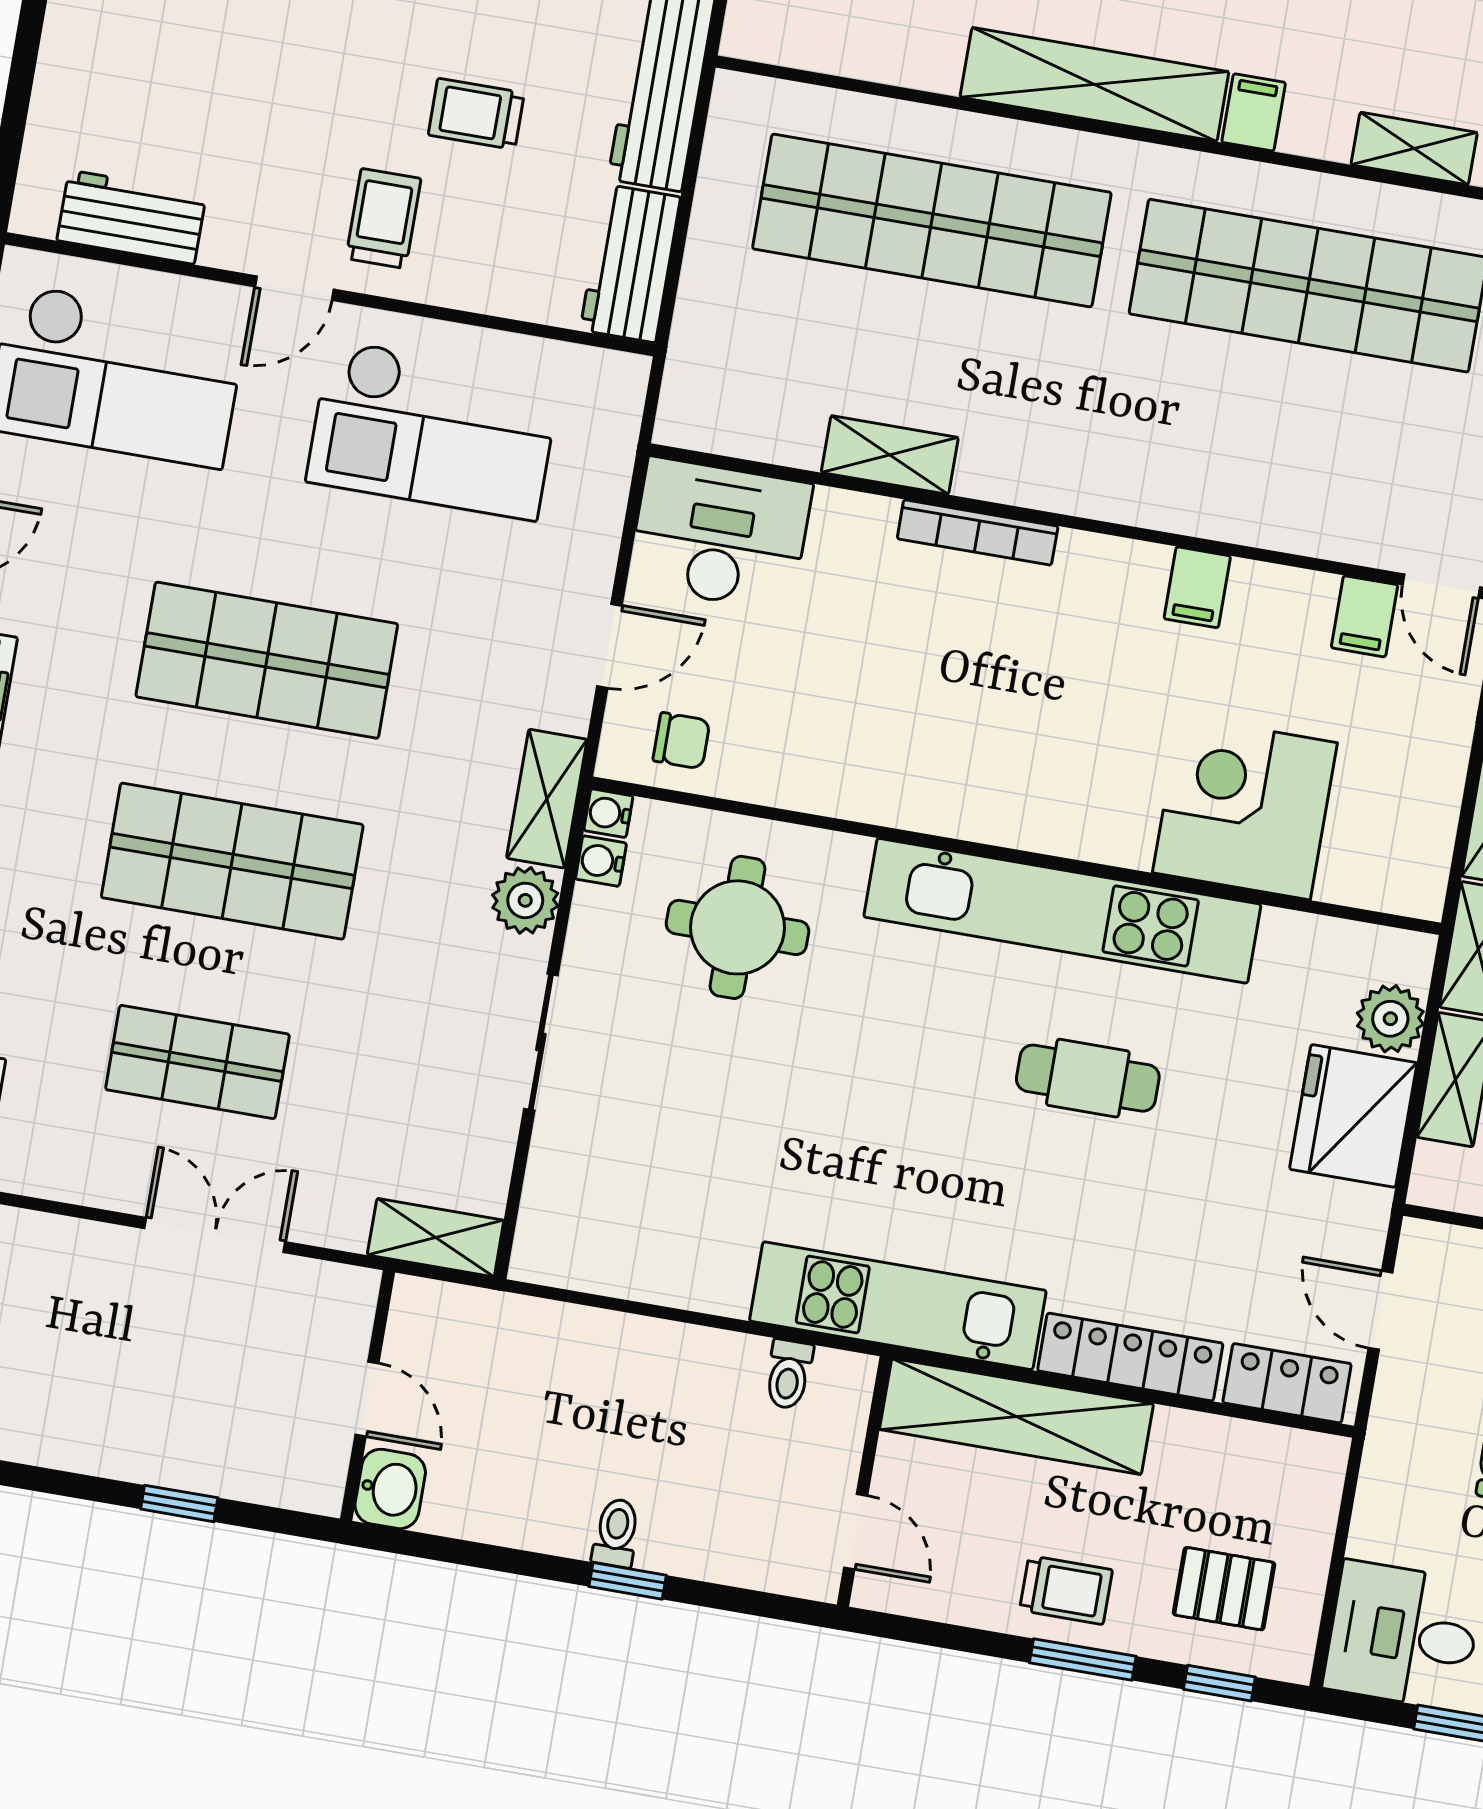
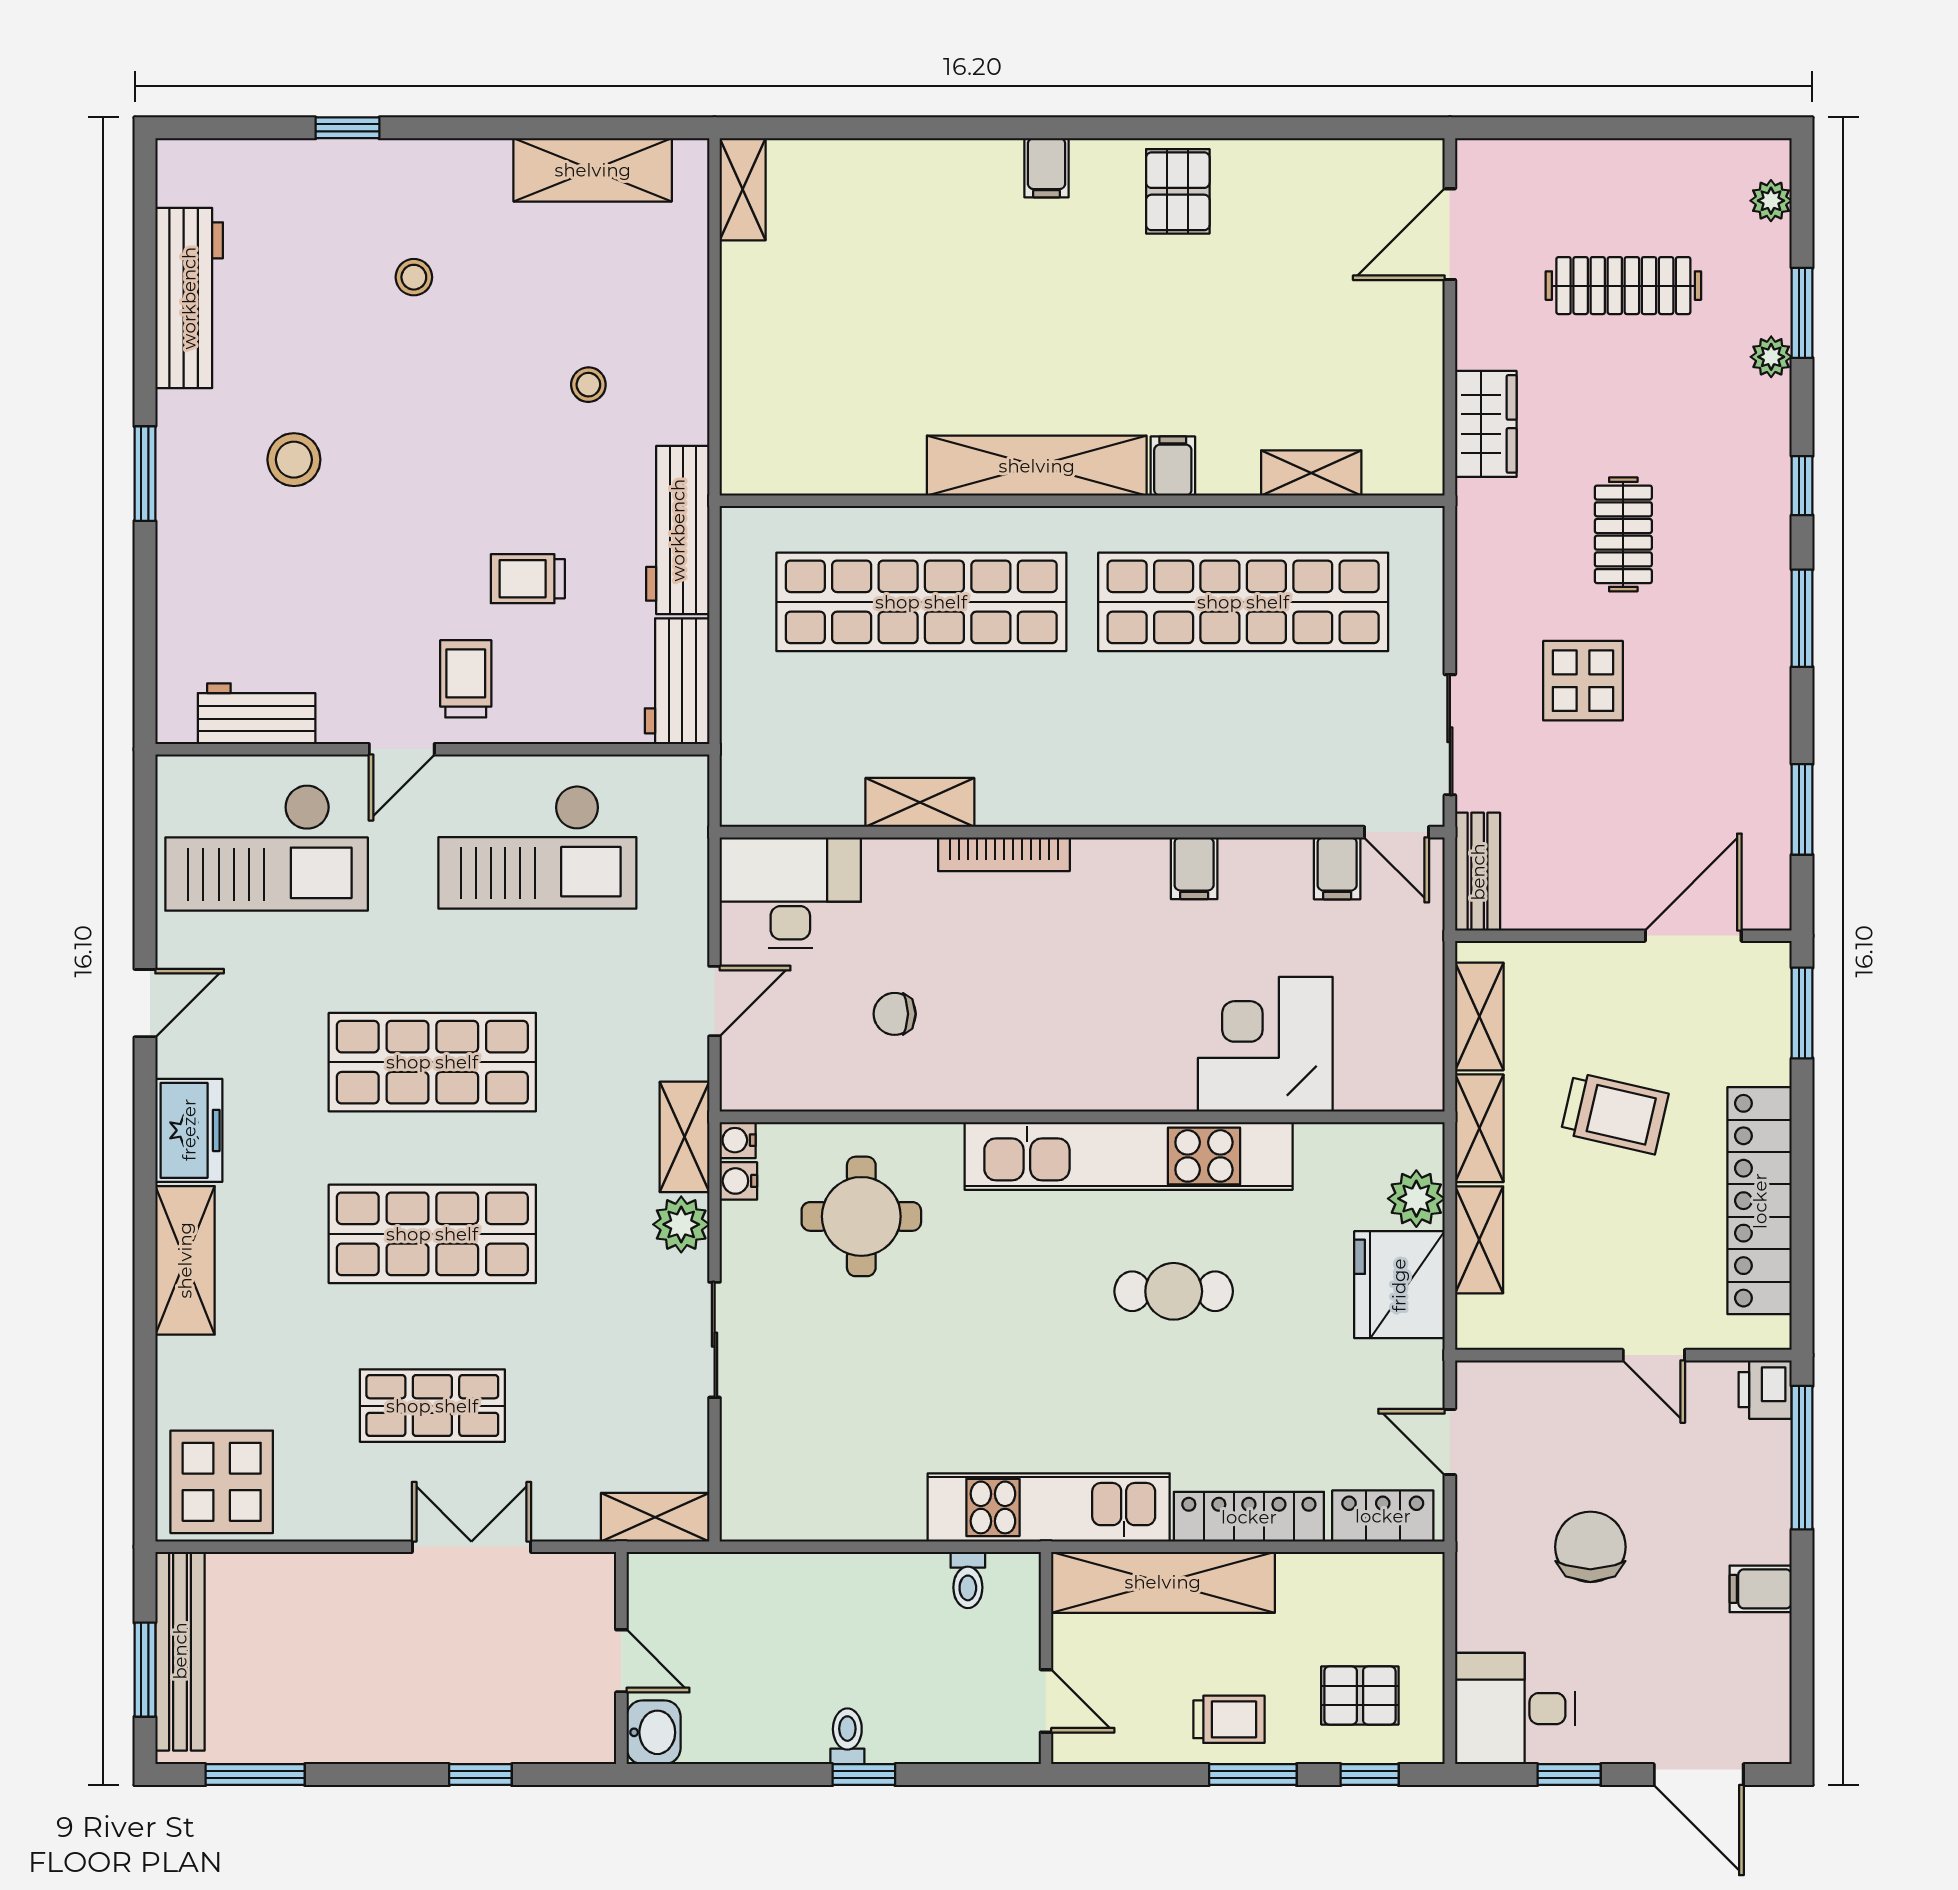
chair: (681, 741) -> (895, 1014), moved, turned 180

